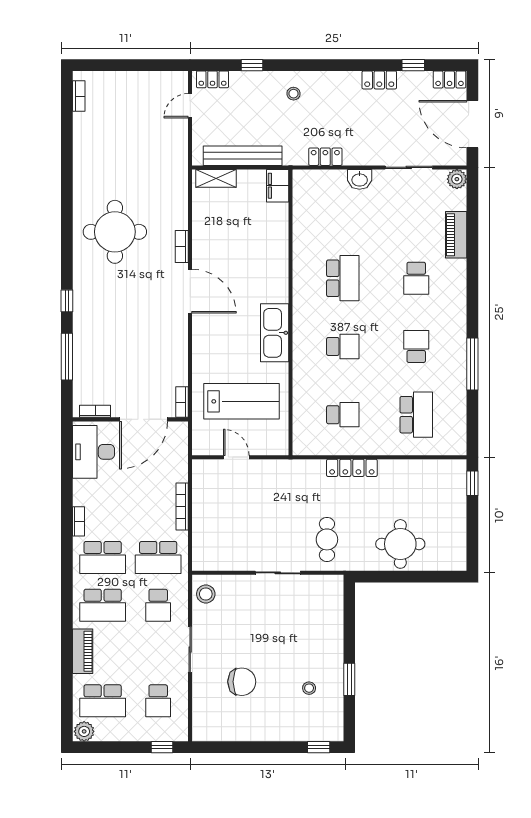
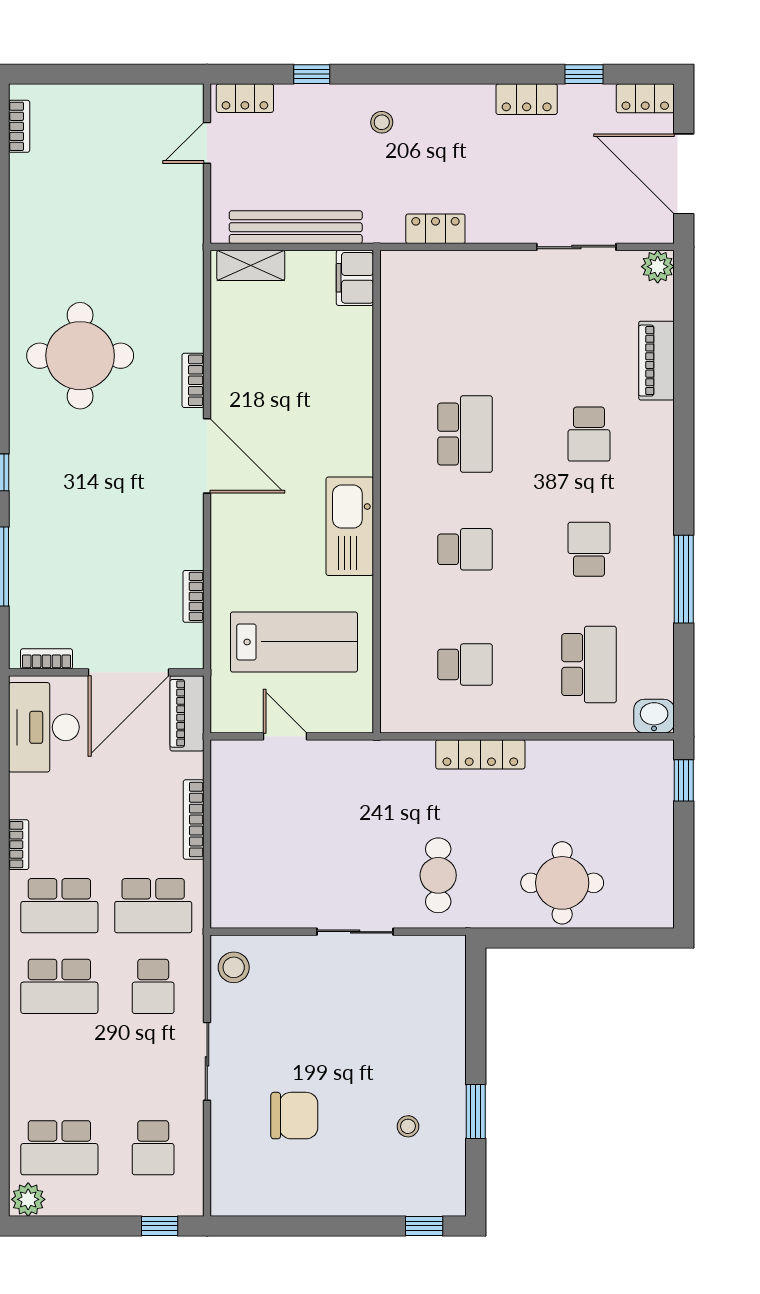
washbasin: (360, 179) -> (654, 716), moved, turned 180
bookcase: (182, 402) -> (193, 596), moved
piano: (83, 651) -> (187, 713), moved, turned 180

